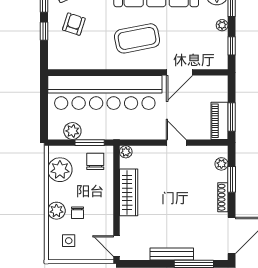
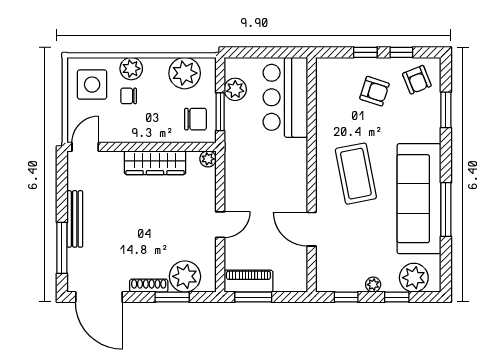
bar counter: (105, 92) -> (285, 97), width x0.54
plant: (221, 164) -> (185, 276), width x1.88, depth x1.88
side table: (69, 241) -> (92, 85), width x1.87, depth x1.87

